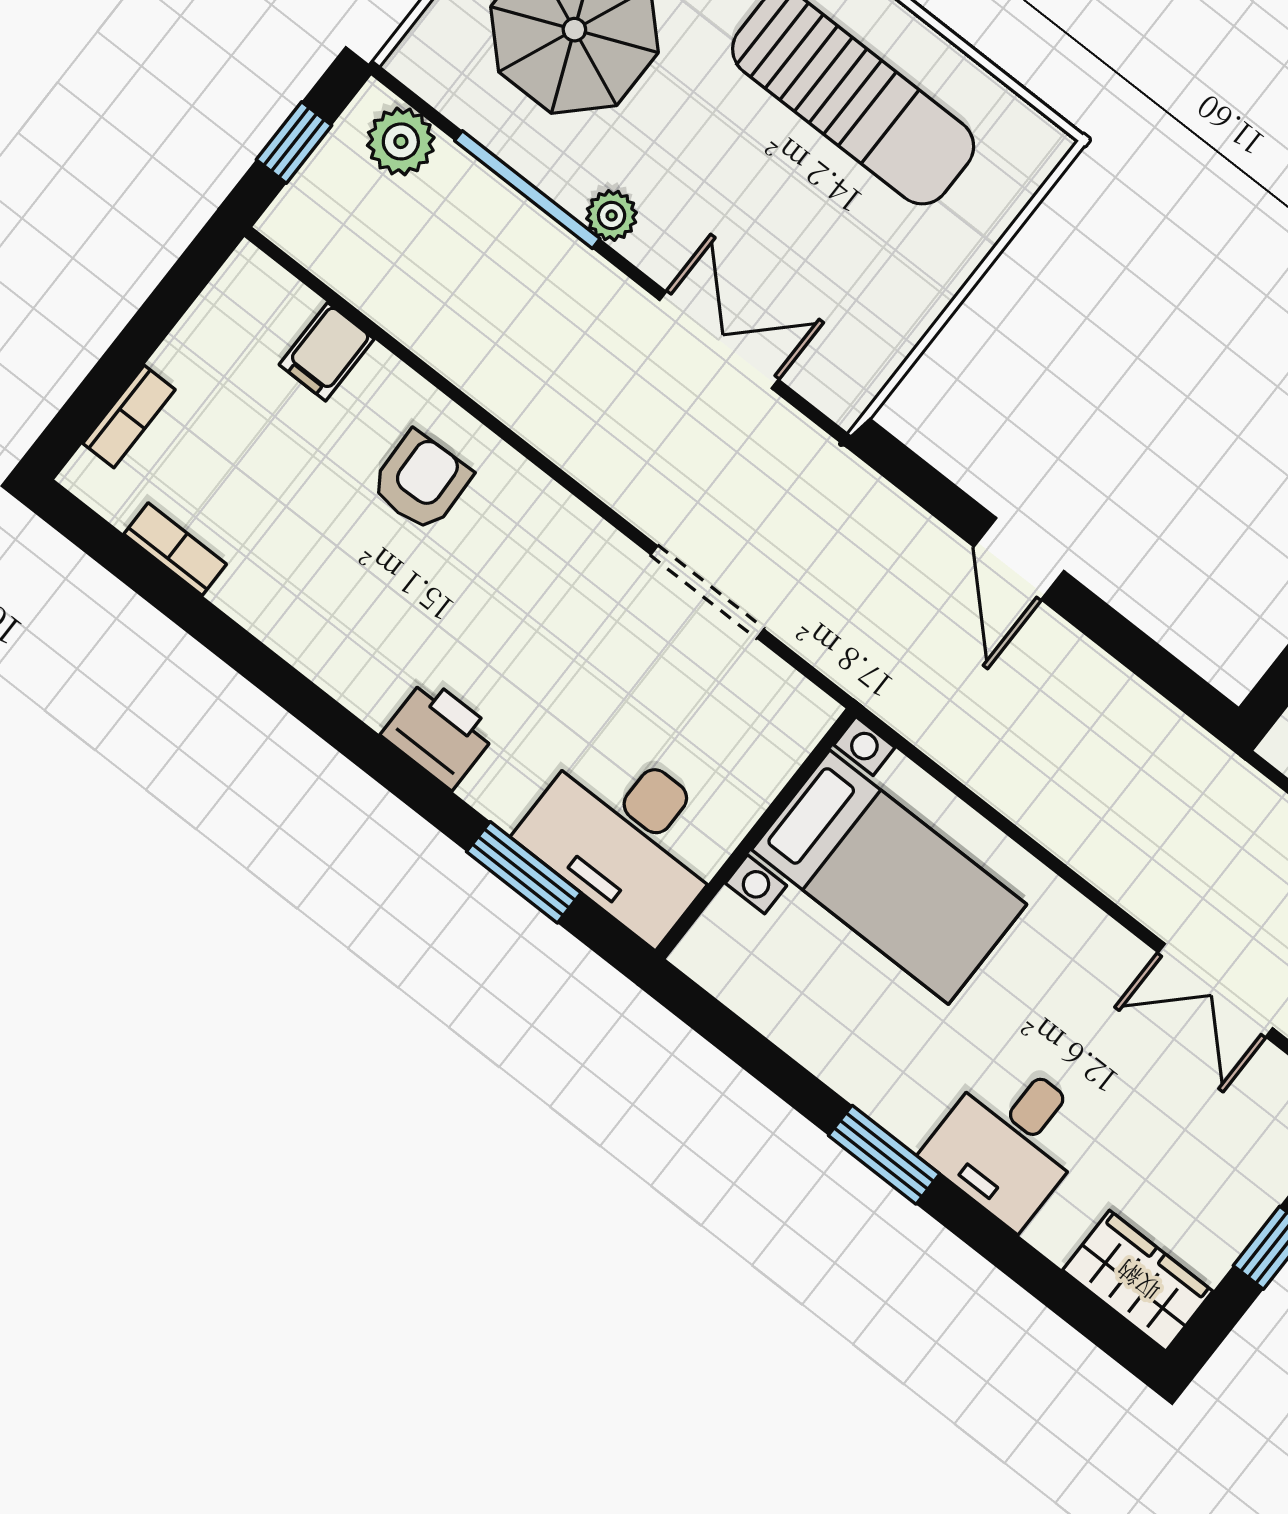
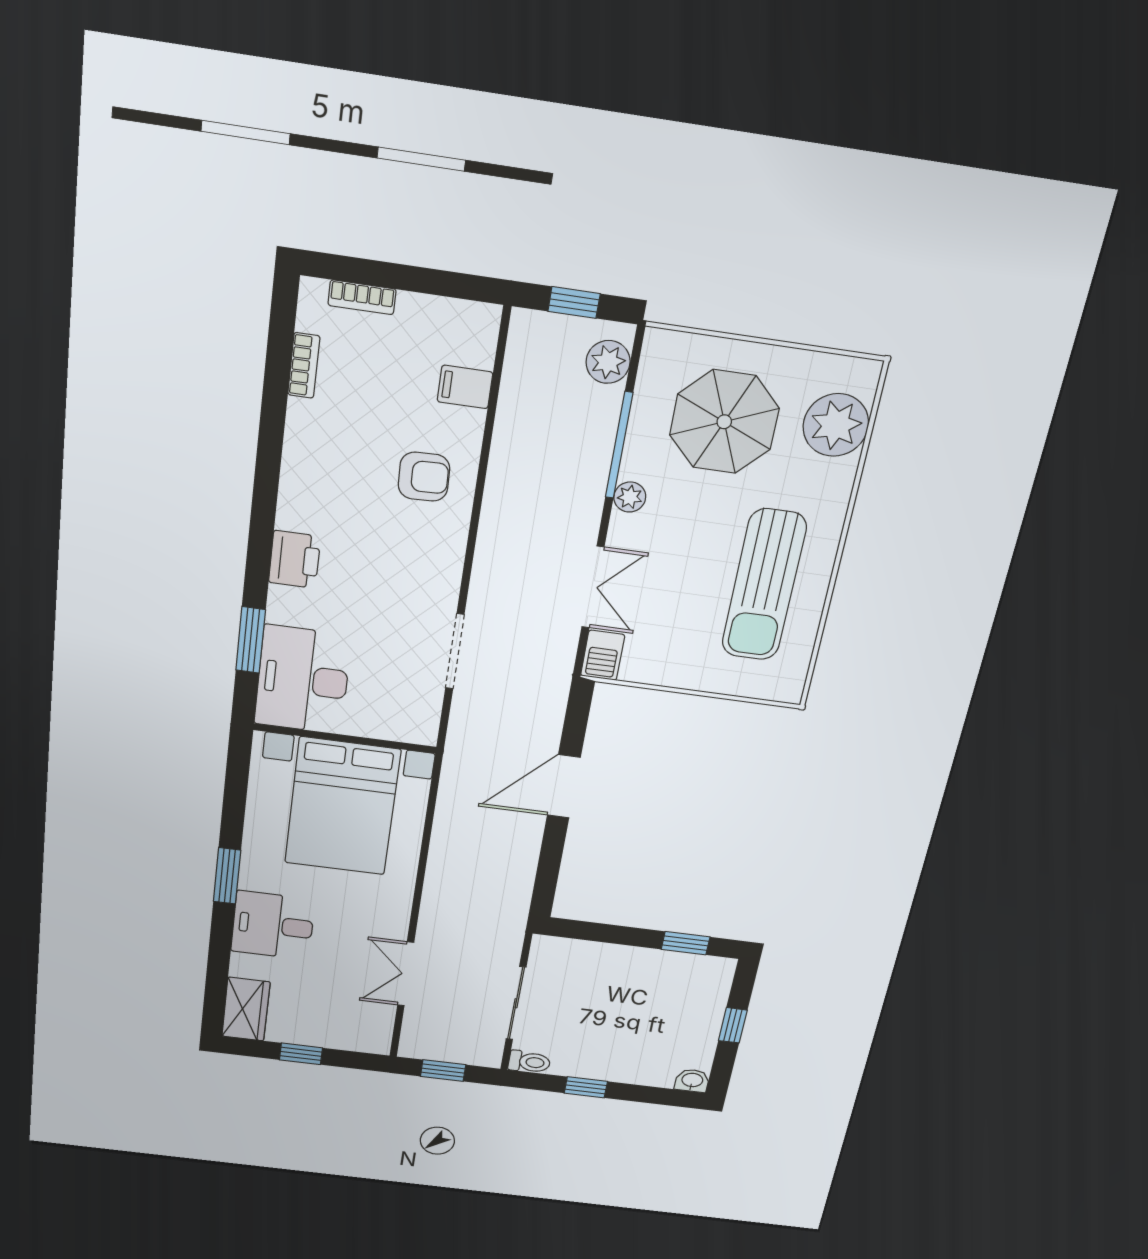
barbecue: (834, 384) -> (603, 655), added
door: (1019, 559) -> (564, 786), width x1.38
bed with nightstands: (889, 877) -> (342, 807), width x1.36

